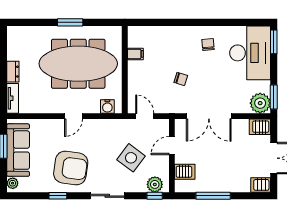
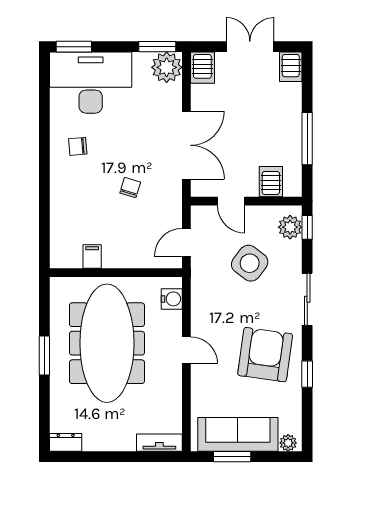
dresser: (13, 72) -> (66, 442), moved

